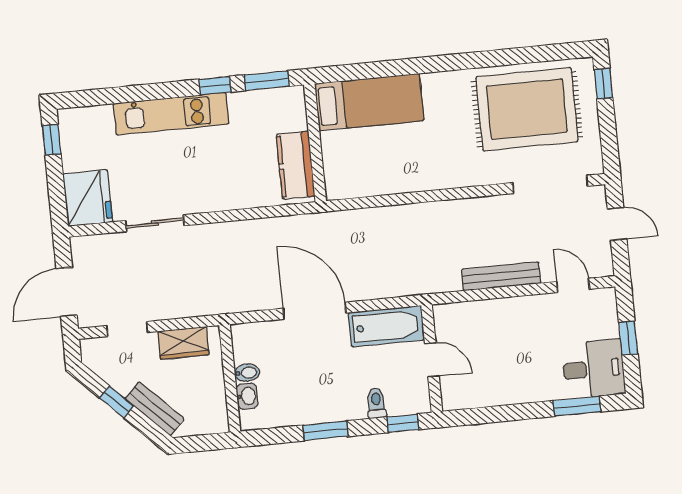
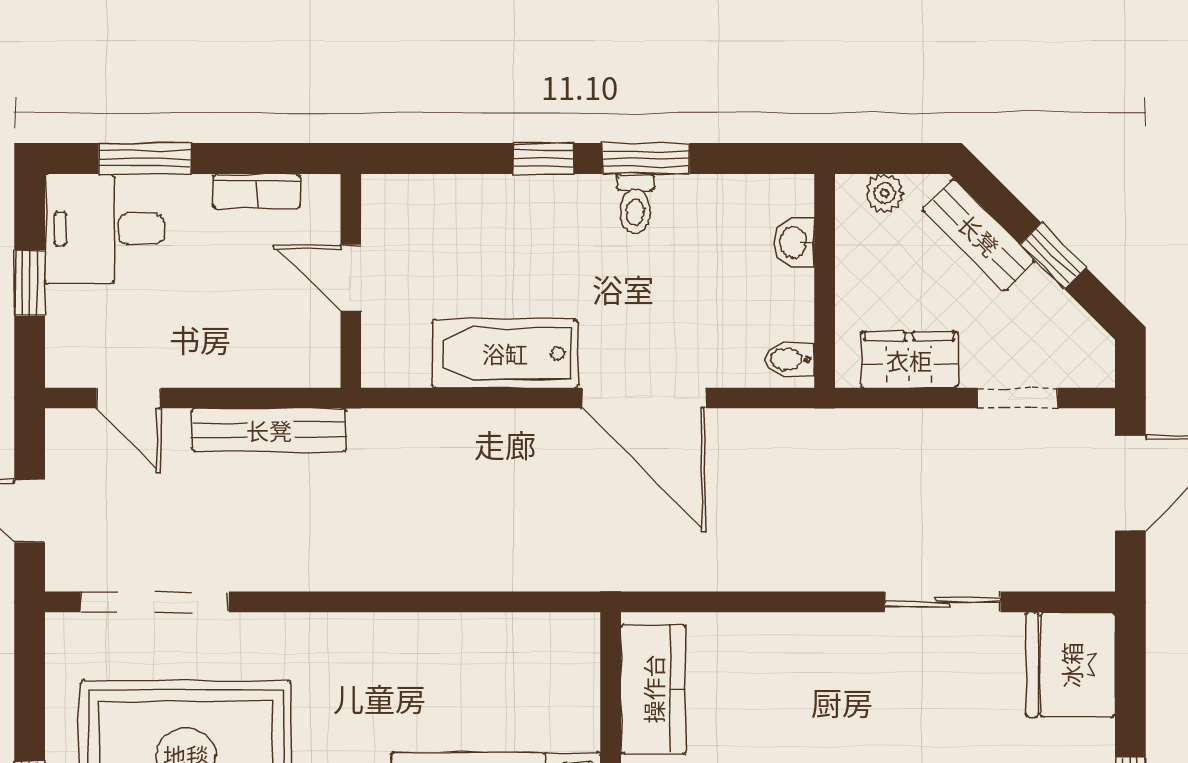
wall: (432, 359) -> (351, 281), moved
door: (432, 360) -> (351, 278), moved
bidet: (247, 373) -> (790, 359), moved
bookcase: (519, 395) -> (257, 191), added
toilet: (376, 403) -> (635, 204), moved
window: (403, 423) -> (543, 159), moved
plant: (204, 425) -> (884, 193), added

